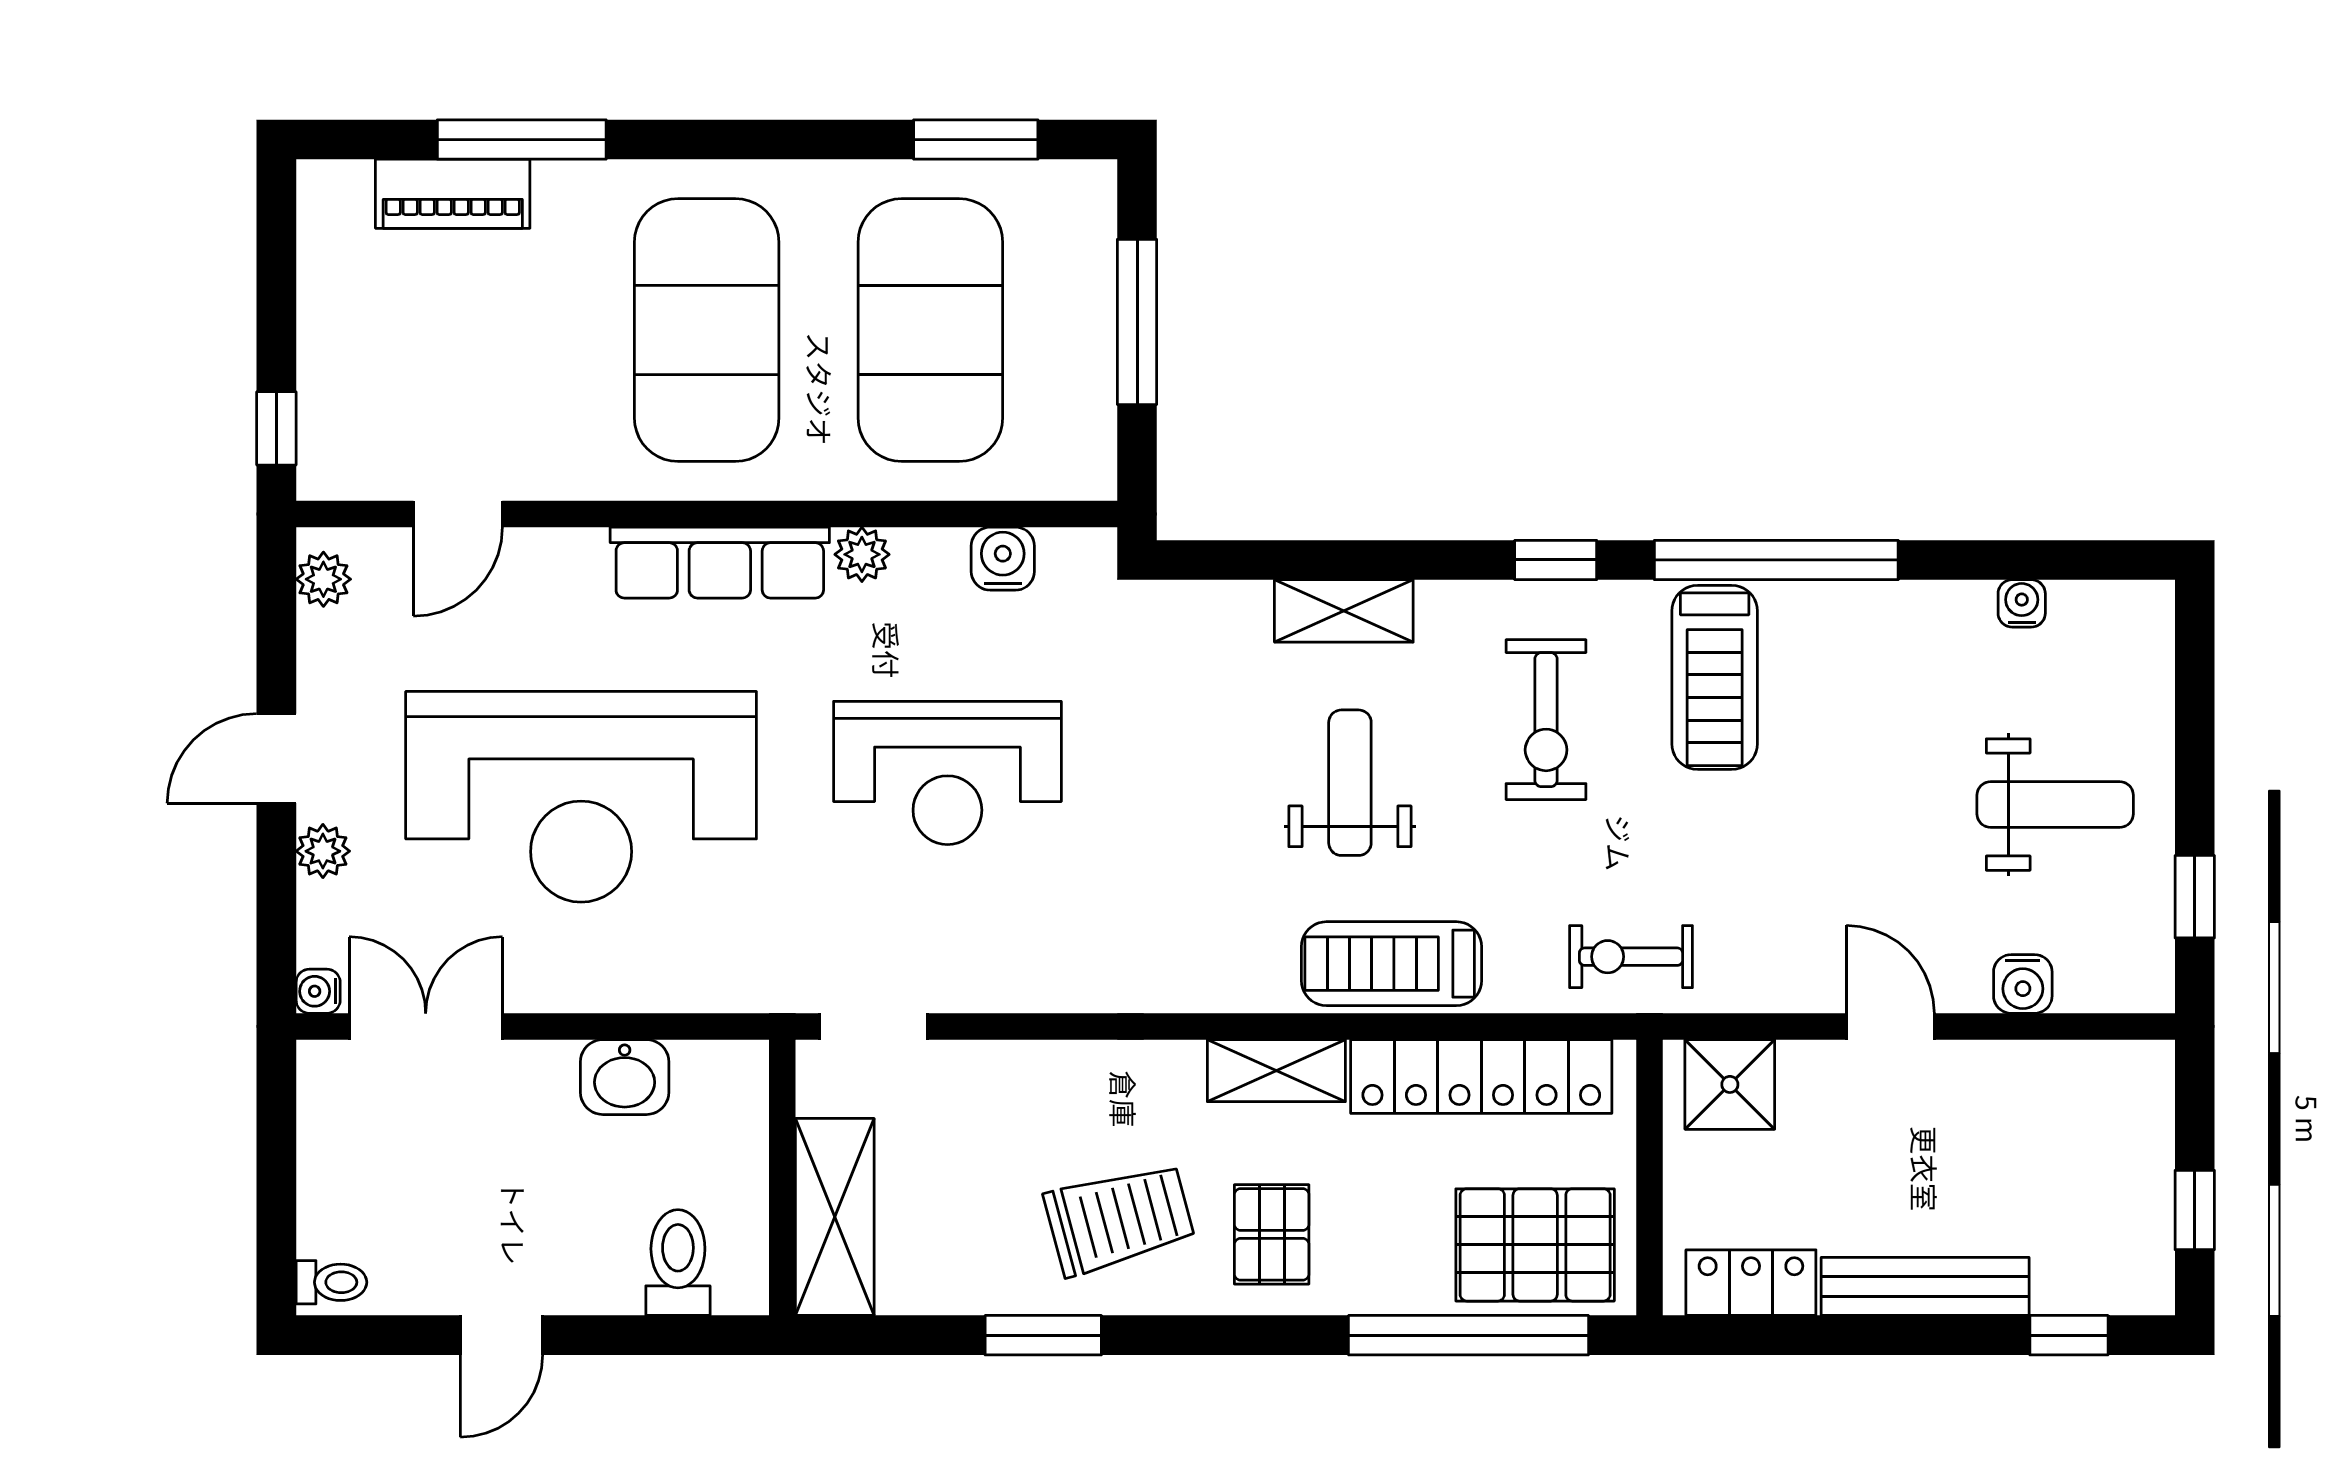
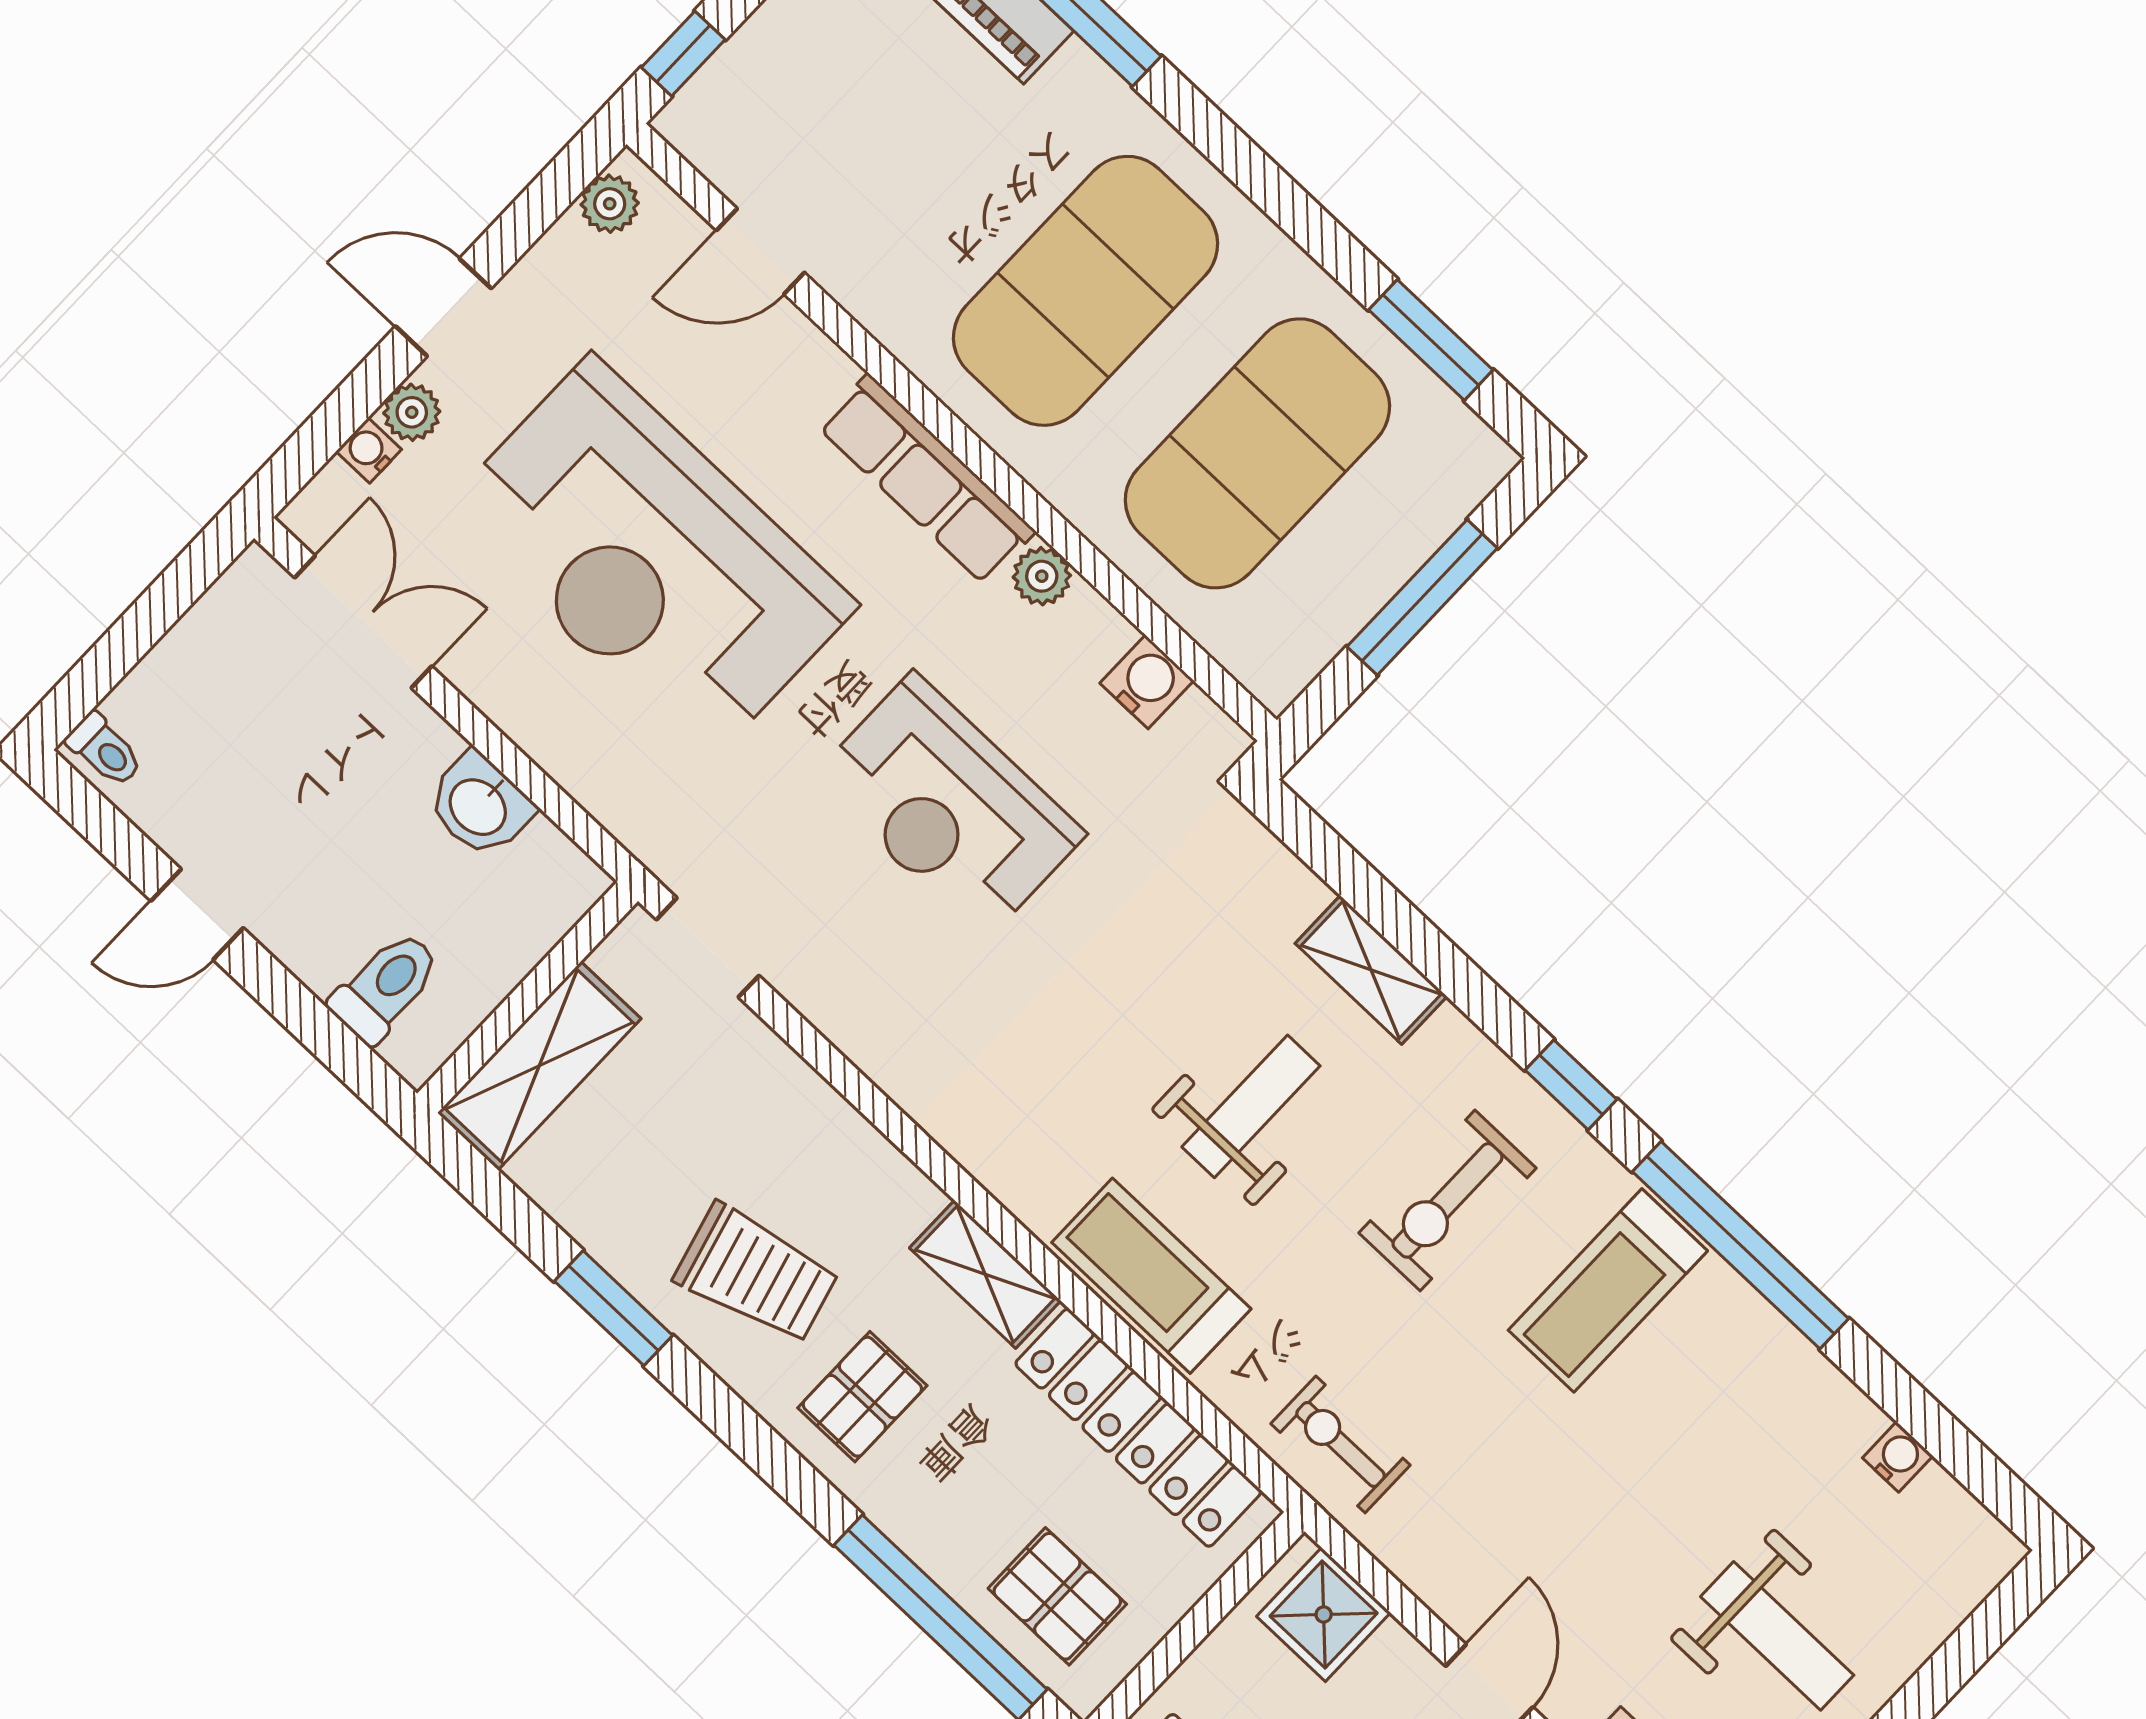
water cooler: (318, 991) -> (369, 450), moved
pallet: (1535, 1245) -> (1057, 1596), width x0.67, depth x0.71

